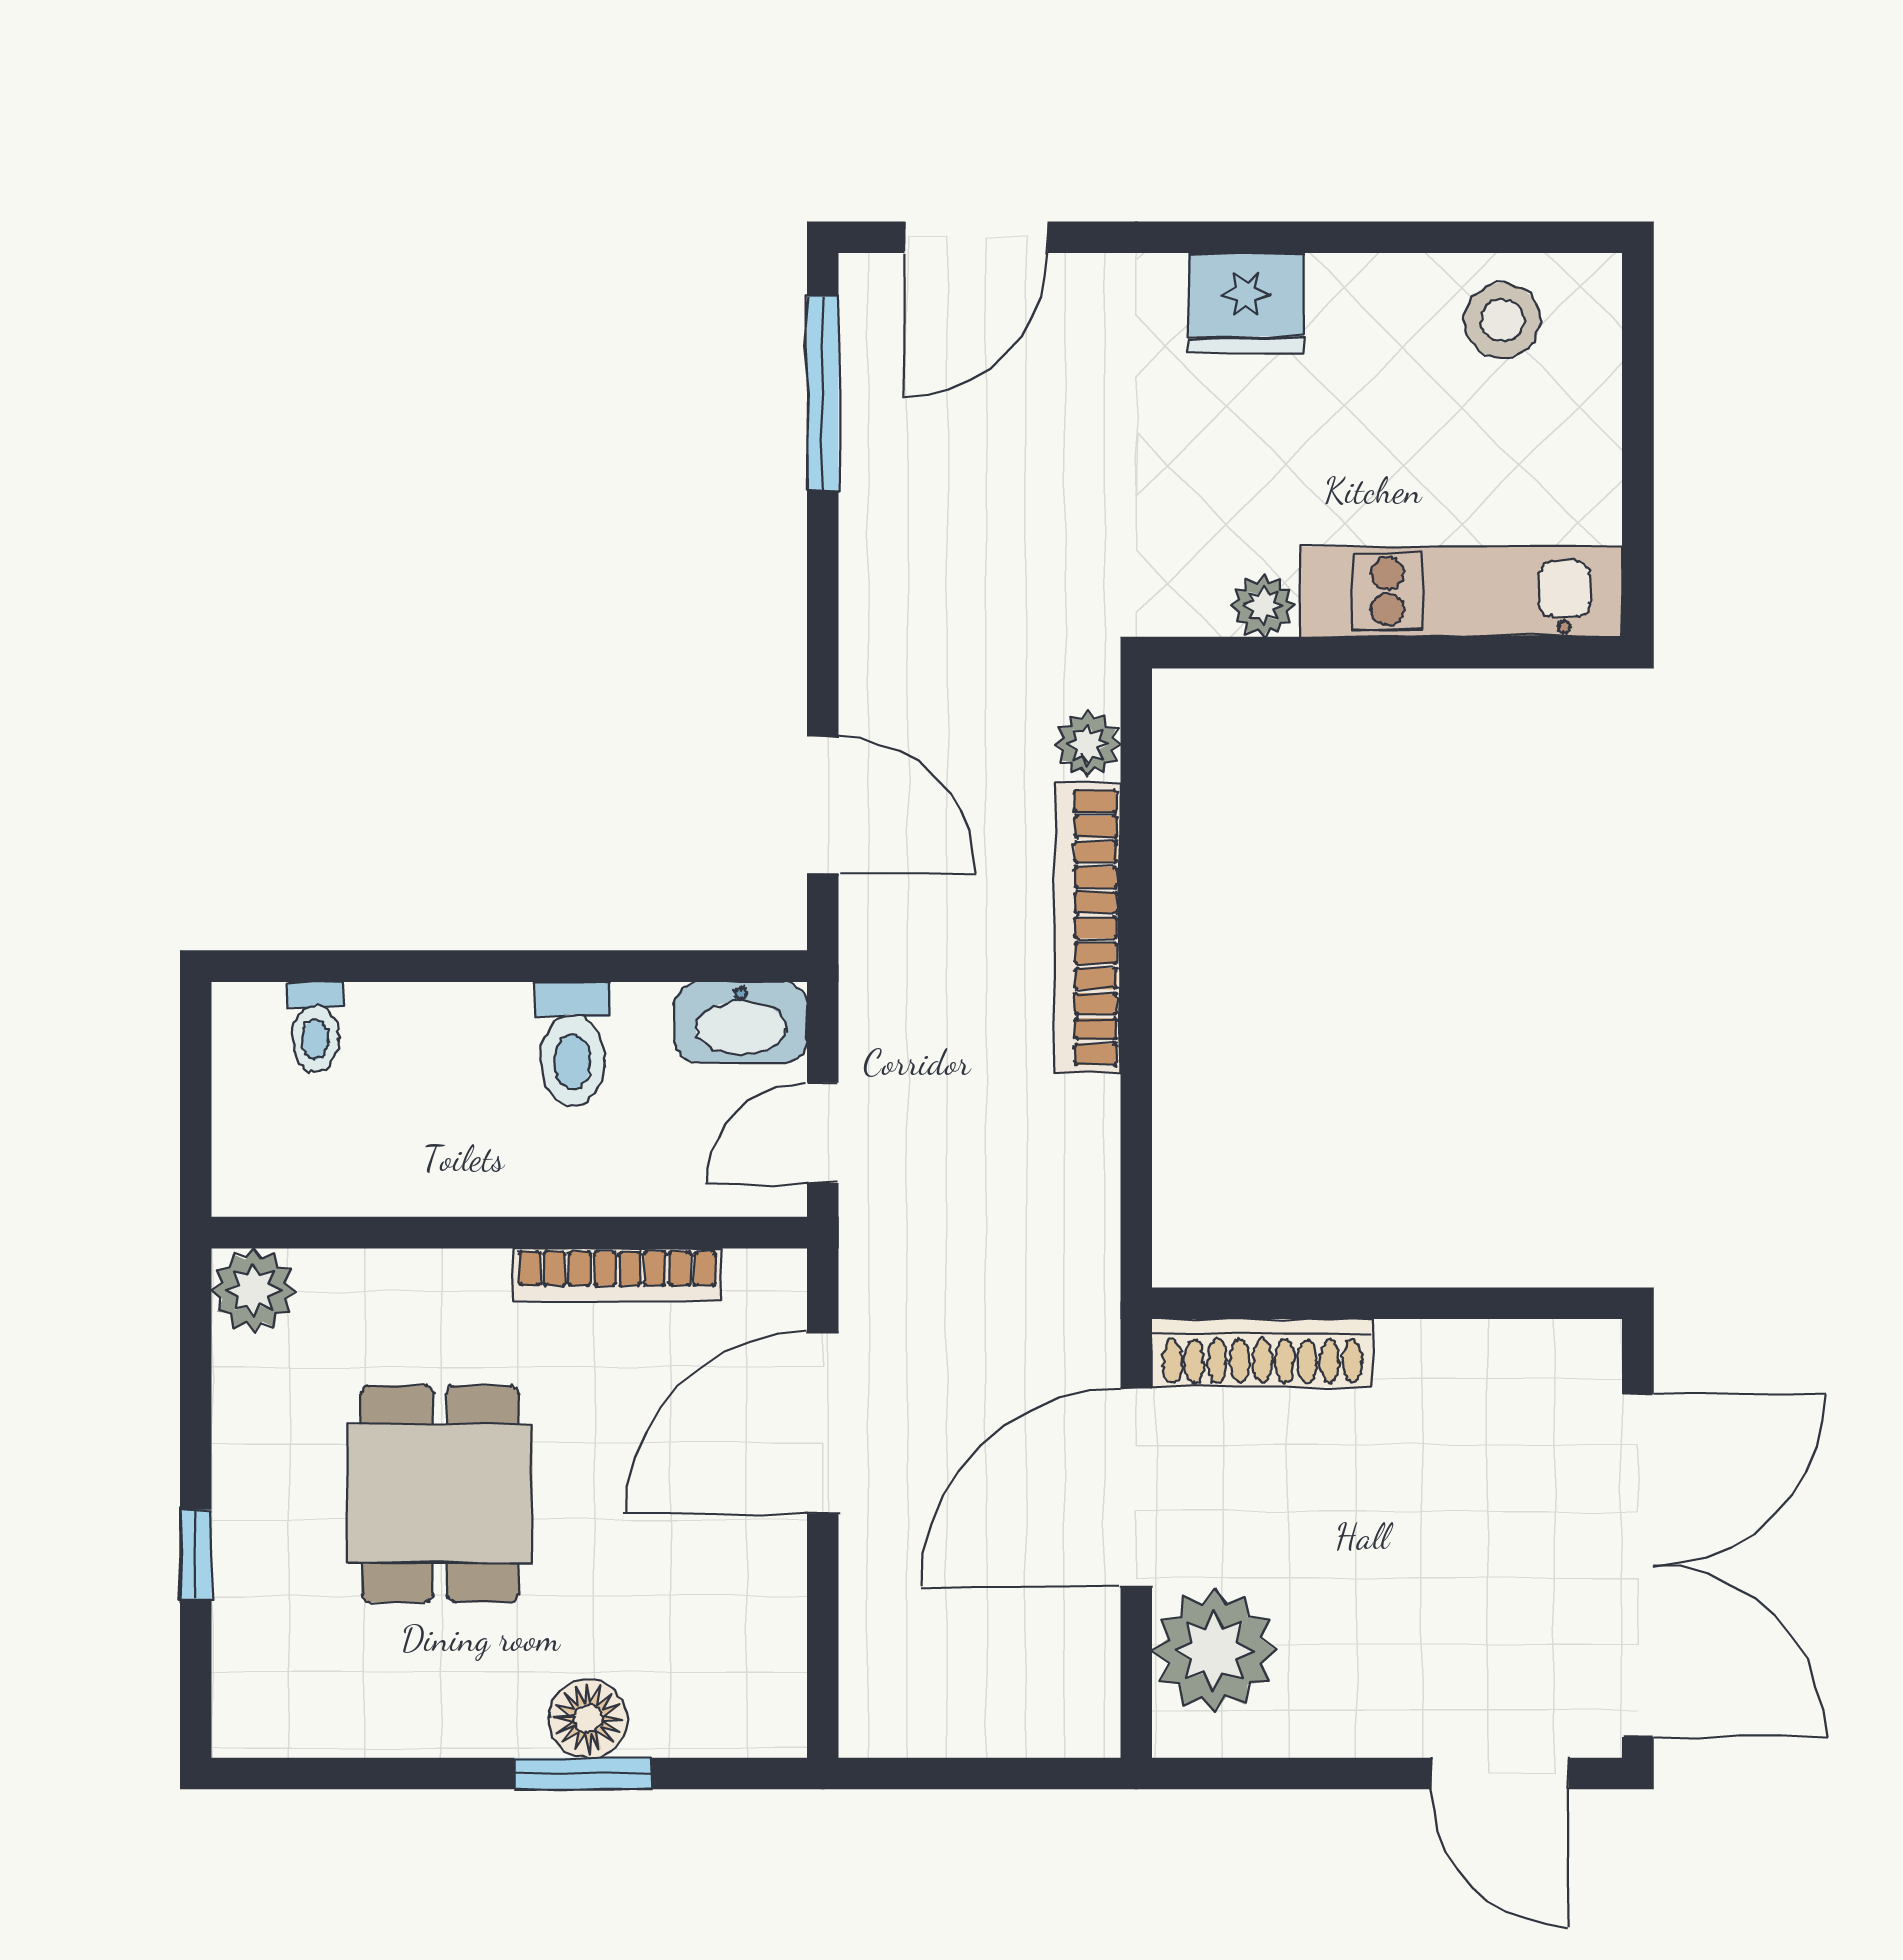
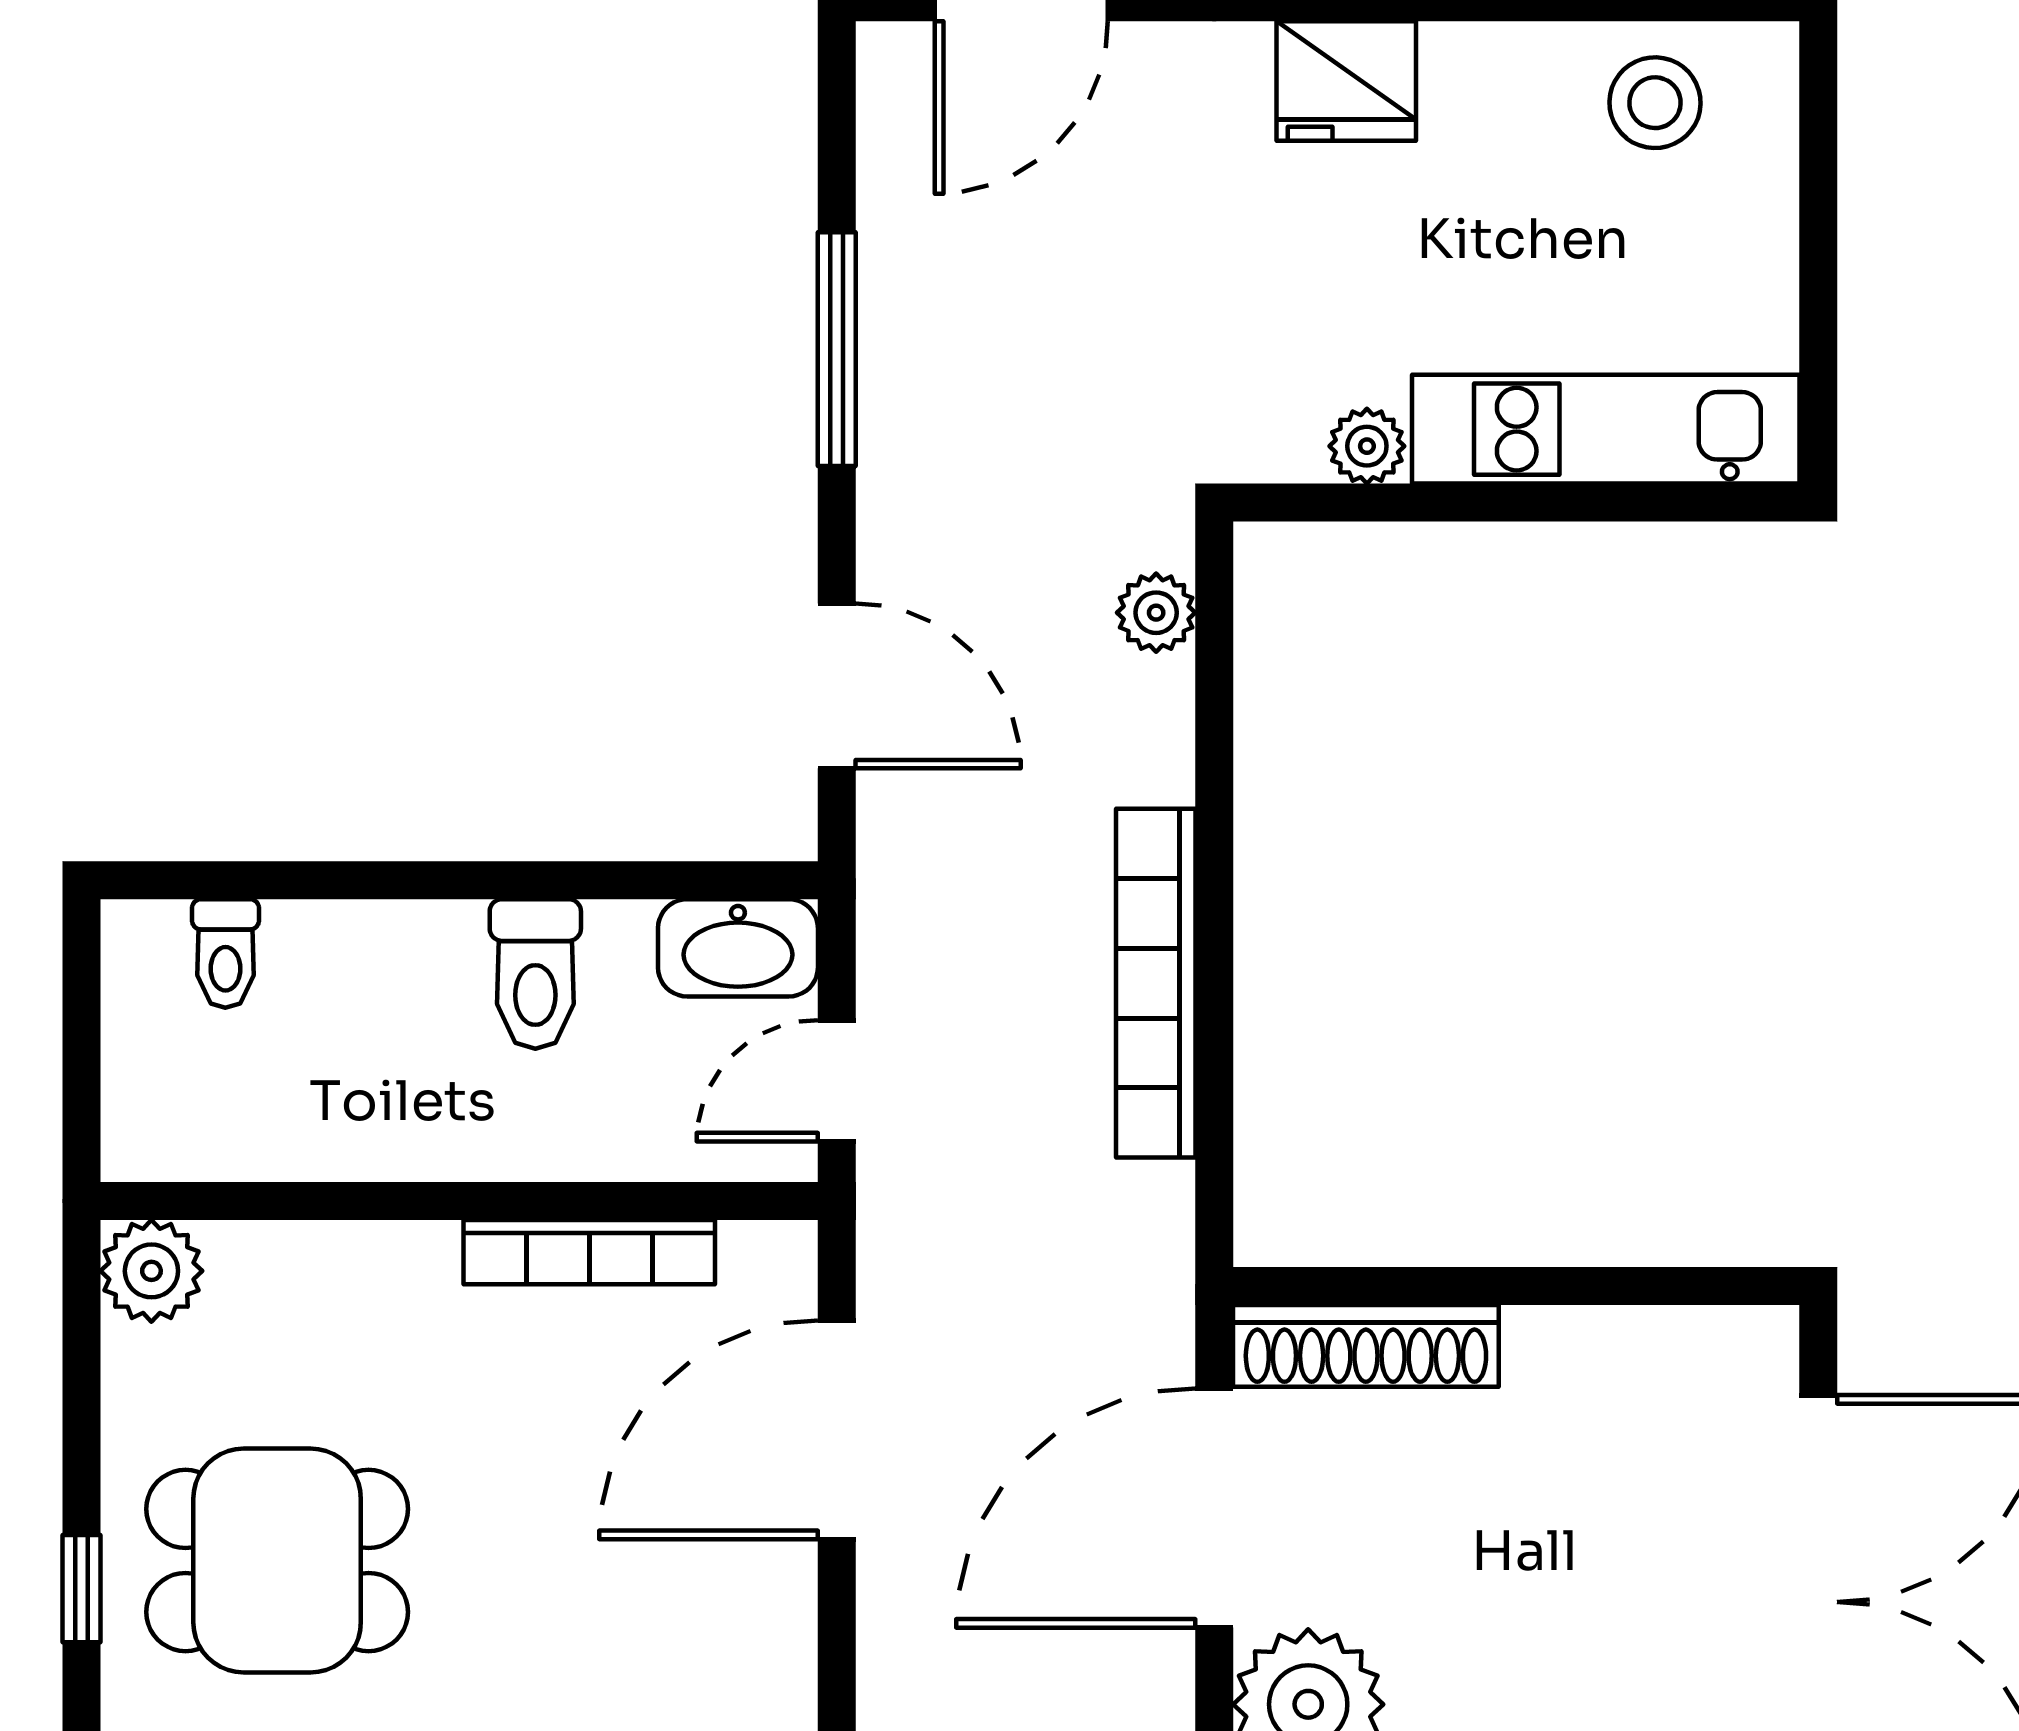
window: (823, 394) -> (837, 349), moved
bookcase: (1088, 928) -> (1156, 983), moved
dining table: (440, 1494) -> (277, 1560), moved, turned 90

